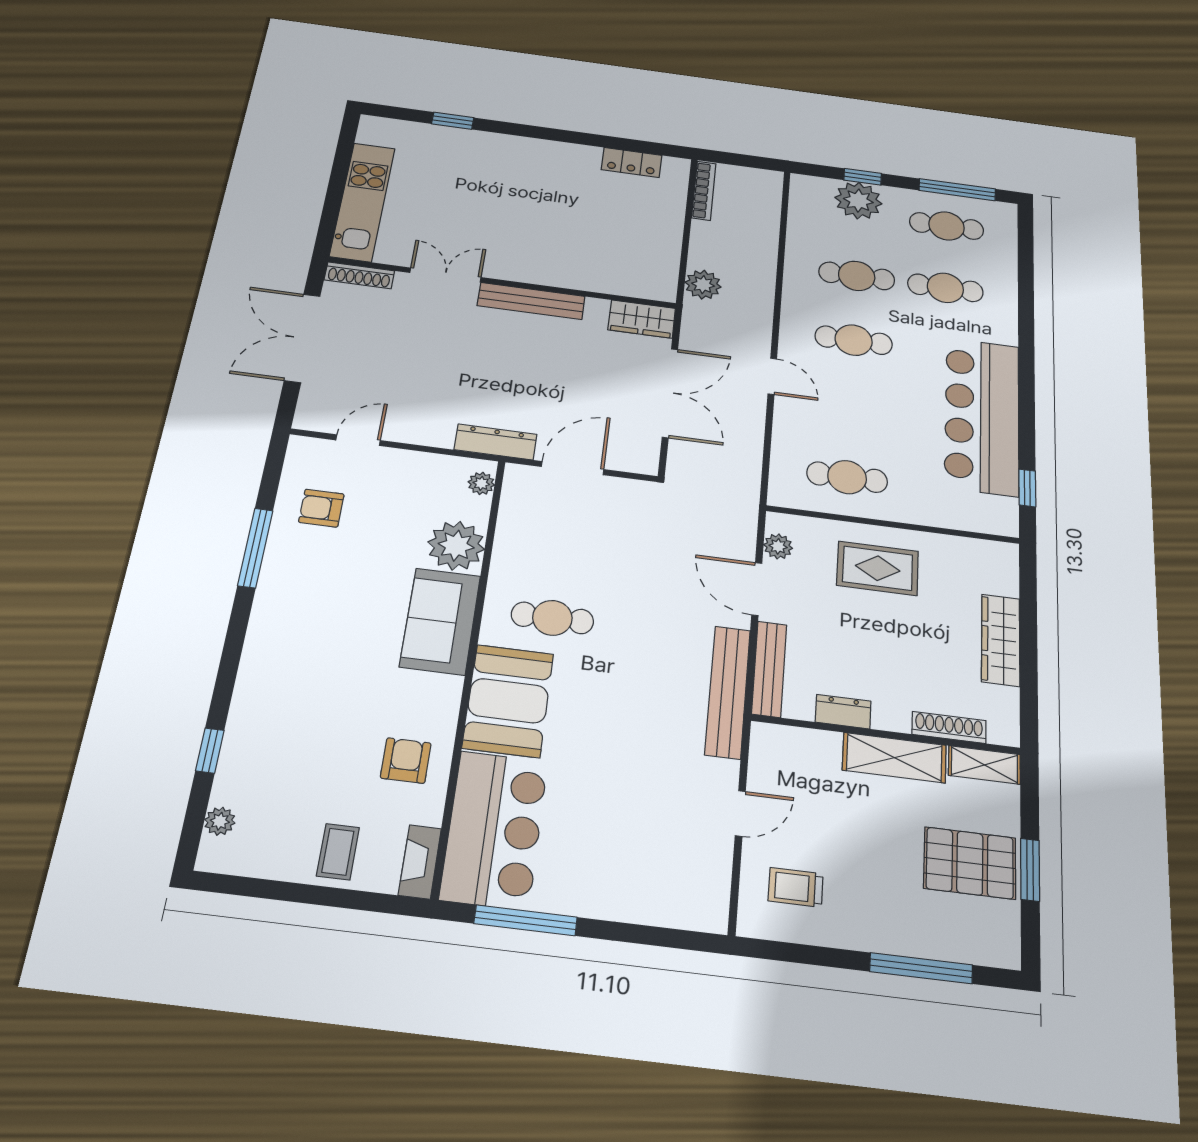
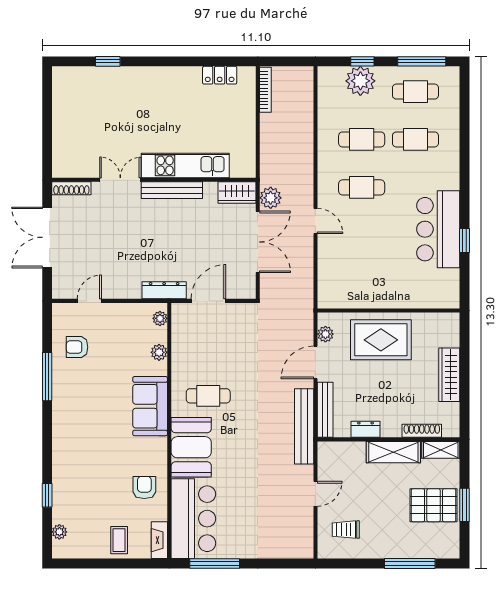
kitchen unit: (363, 202) -> (185, 165), moved, turned -90
plant: (703, 285) -> (271, 198), moved
bar counter: (982, 416) -> (438, 229), width x0.73
cafe table: (847, 477) -> (362, 283), removed
window: (1027, 488) -> (465, 241), moved
plant: (456, 546) -> (159, 352), width x0.53, depth x0.53
rug: (878, 568) -> (381, 340), width x1.36, depth x1.43
door: (757, 589) -> (315, 362), hinge flipped

